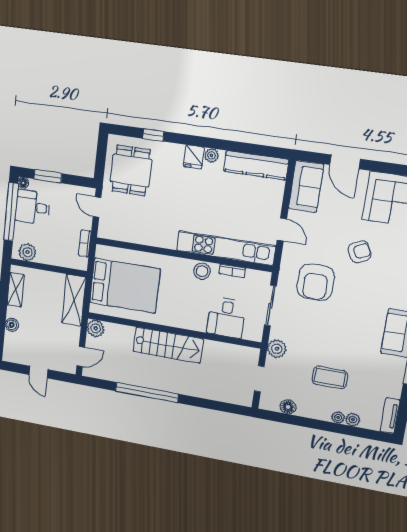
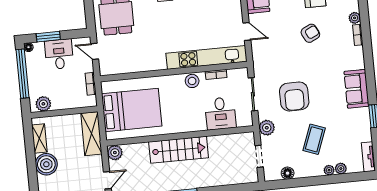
desk: (33, 207) -> (59, 54), moved, turned 90
armchair: (316, 282) -> (294, 96), moved
boiler: (12, 325) -> (46, 164), width x1.86, depth x1.86
coffee table: (330, 377) -> (314, 139), turned -69

